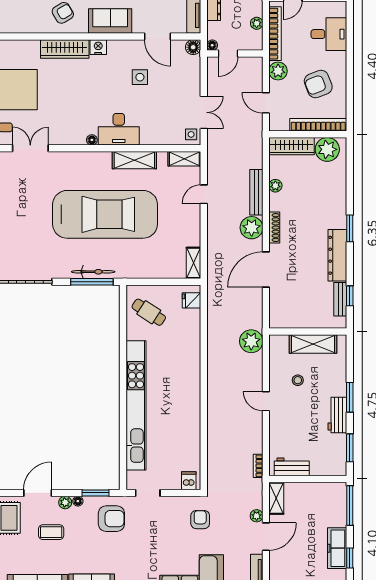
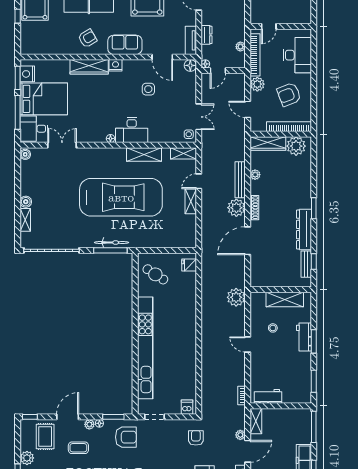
desk: (329, 34) -> (297, 55), width x1.37
shelving: (194, 263) -> (191, 201), moved
workbench: (337, 415) -> (304, 337), moved

